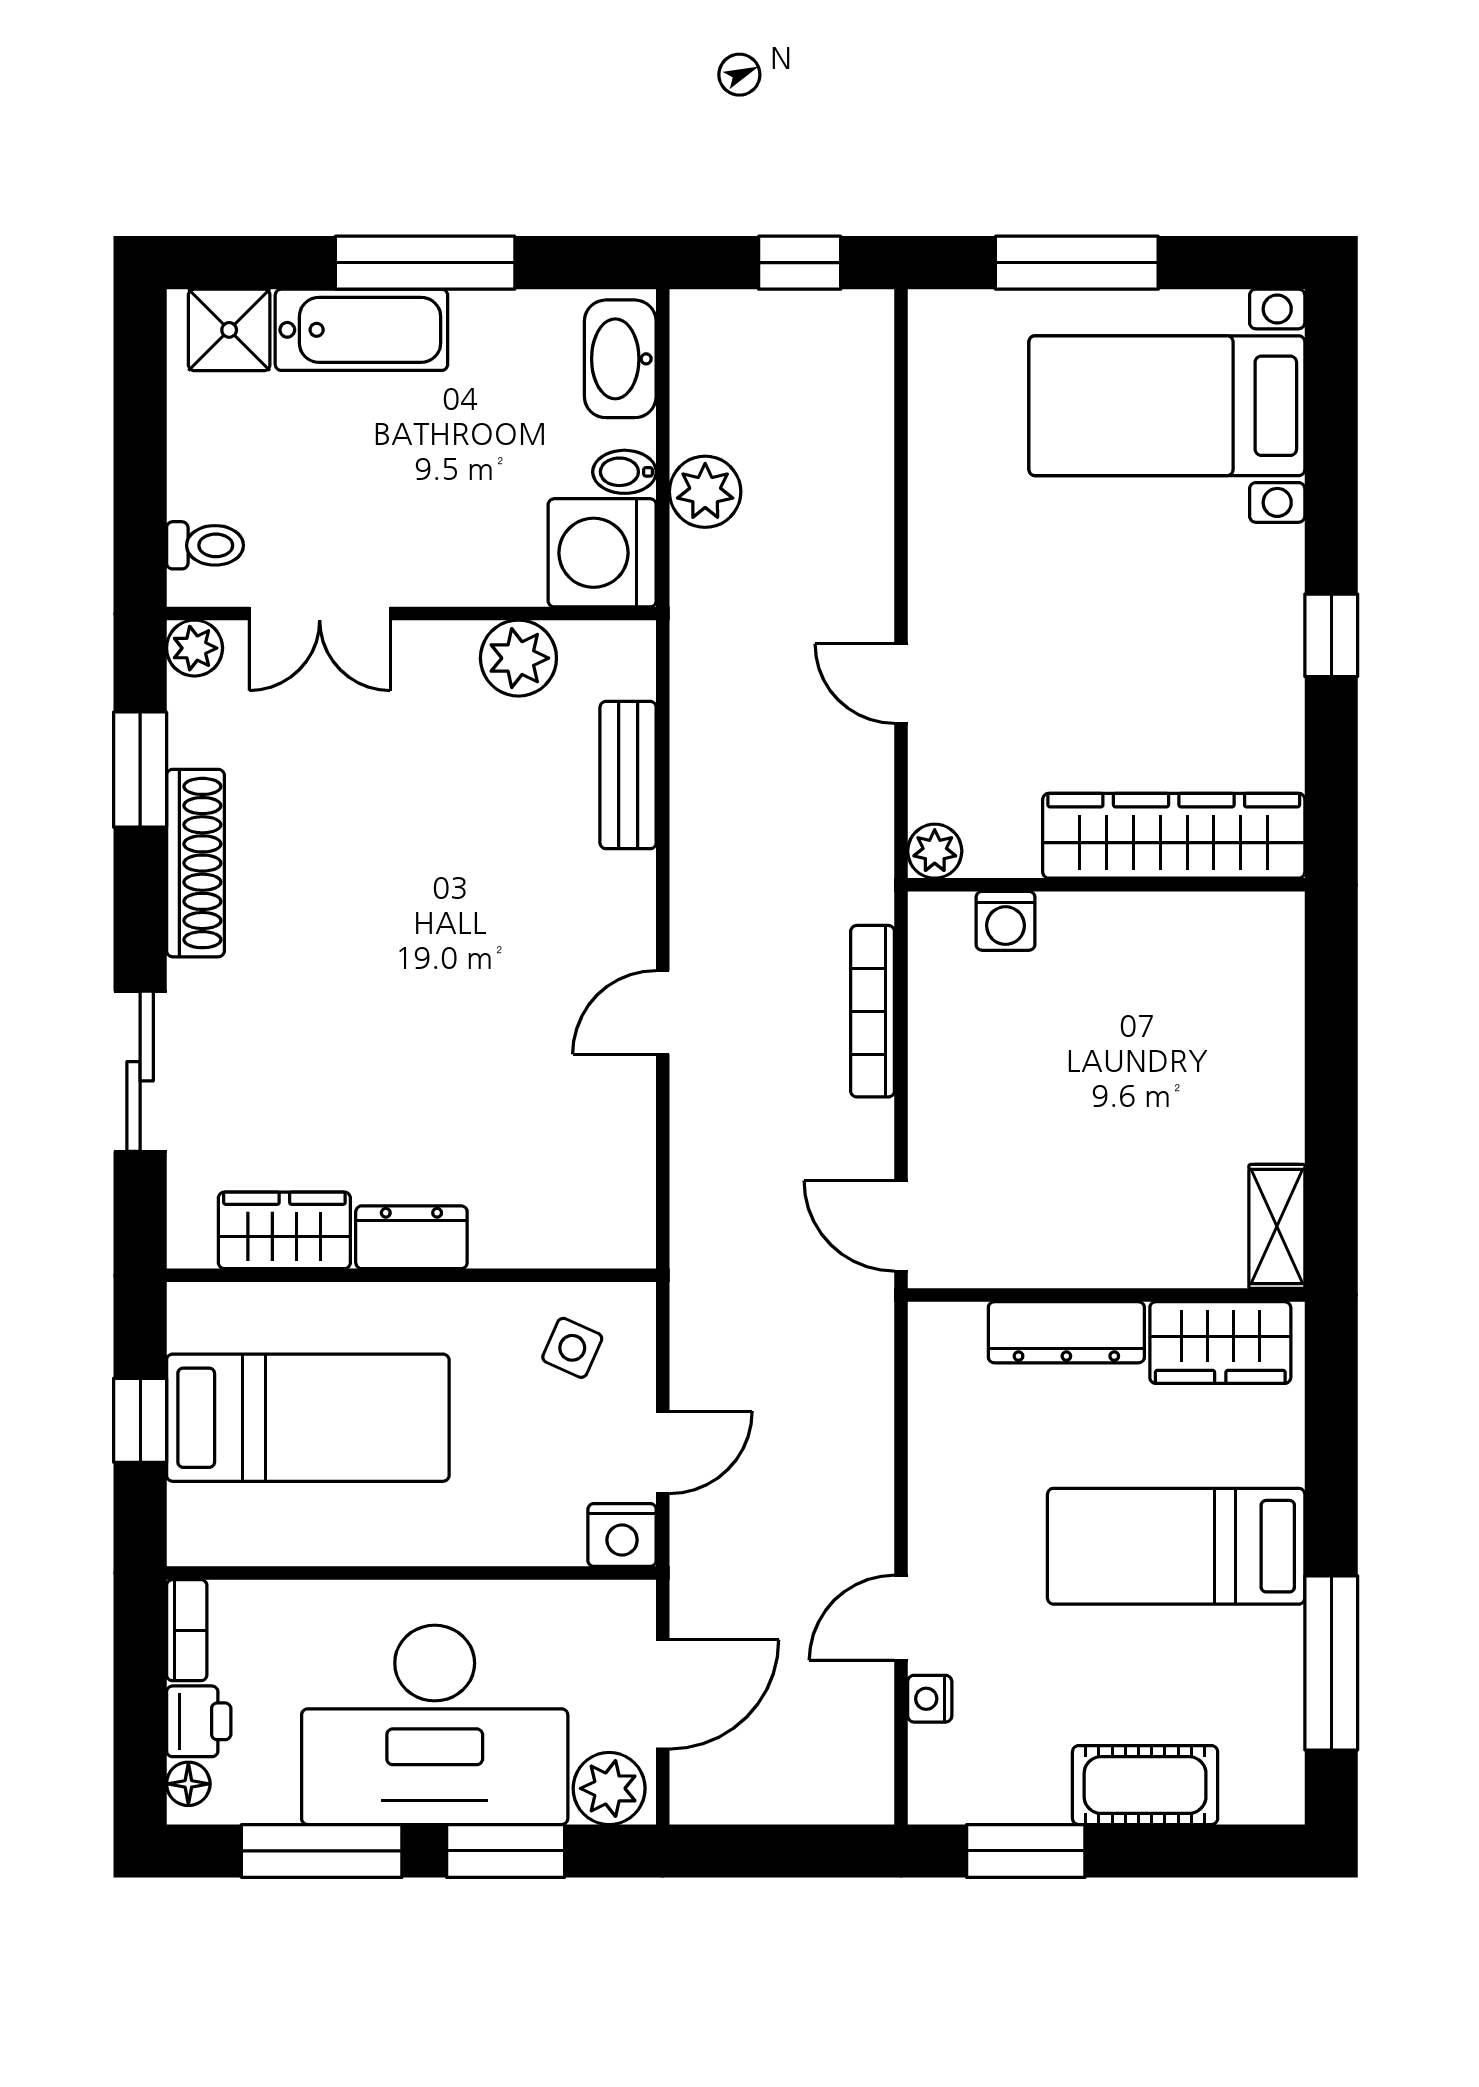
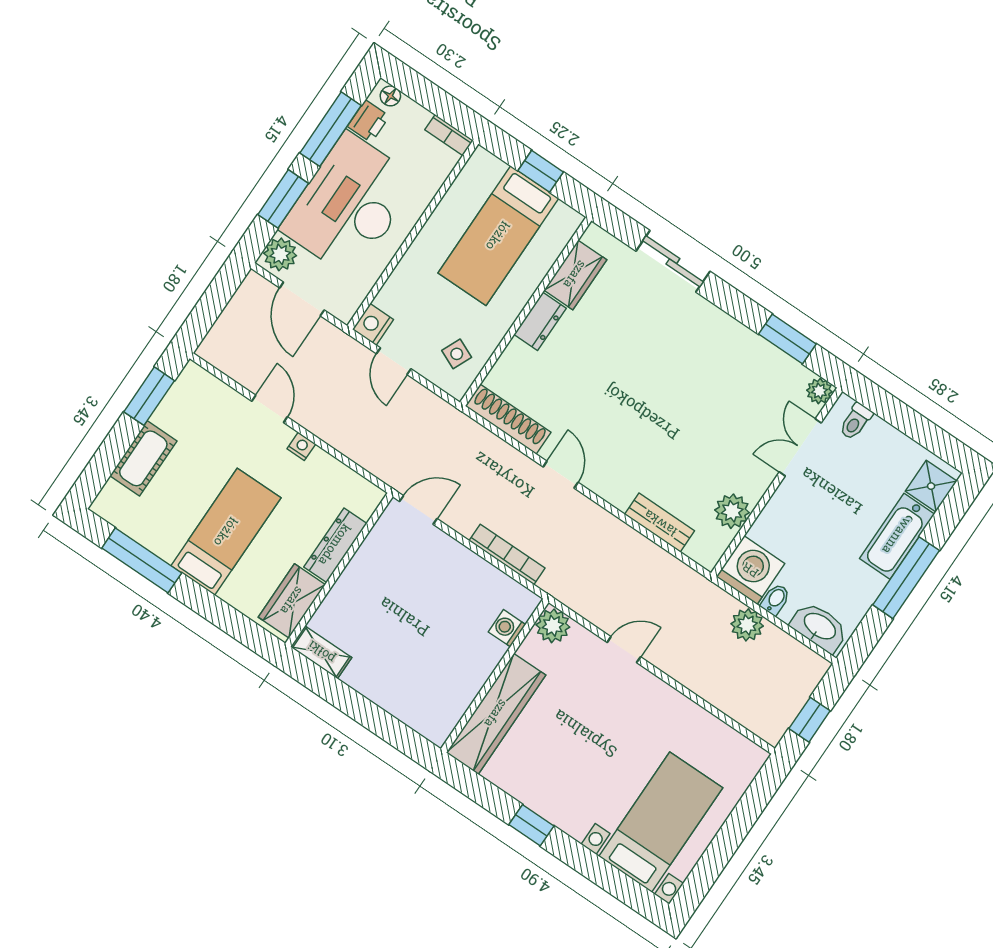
window: (1077, 263) -> (738, 825), removed
plant: (935, 851) -> (553, 626), width x1.38, depth x1.38
shoe rack: (195, 863) -> (508, 419), moved, turned 180
nightstand: (930, 1699) -> (301, 446), moved
printer: (199, 1721) -> (368, 121), moved, turned -90

